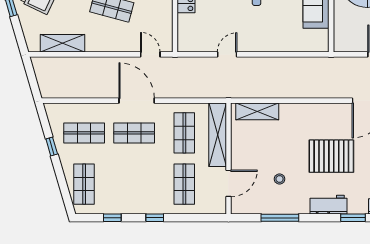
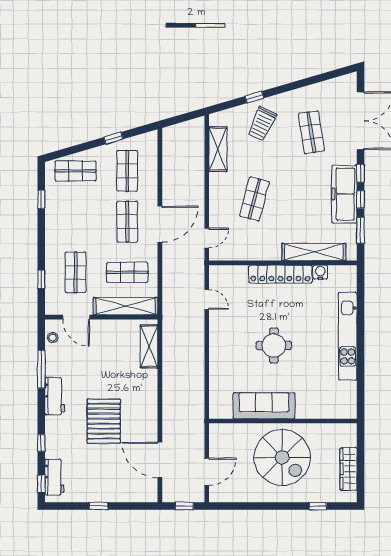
door: (227, 54) -> (207, 299), moved
stool: (280, 179) -> (53, 338), moved
shop shelf: (184, 184) -> (75, 272), turned 90
workbench: (328, 205) -> (55, 396), moved
window: (155, 218) -> (41, 279), moved
window: (353, 218) -> (41, 443), width x0.67

